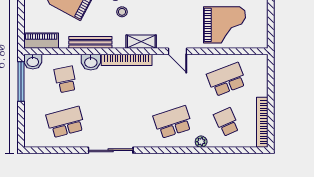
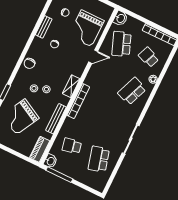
grand piano: (225, 25) -> (86, 28), turned 180
door: (177, 51) -> (93, 57), moved
washbasin: (91, 62) -> (120, 18), moved
school desk: (173, 122) -> (132, 91), turned 39
school desk: (227, 122) -> (149, 57), turned 45

